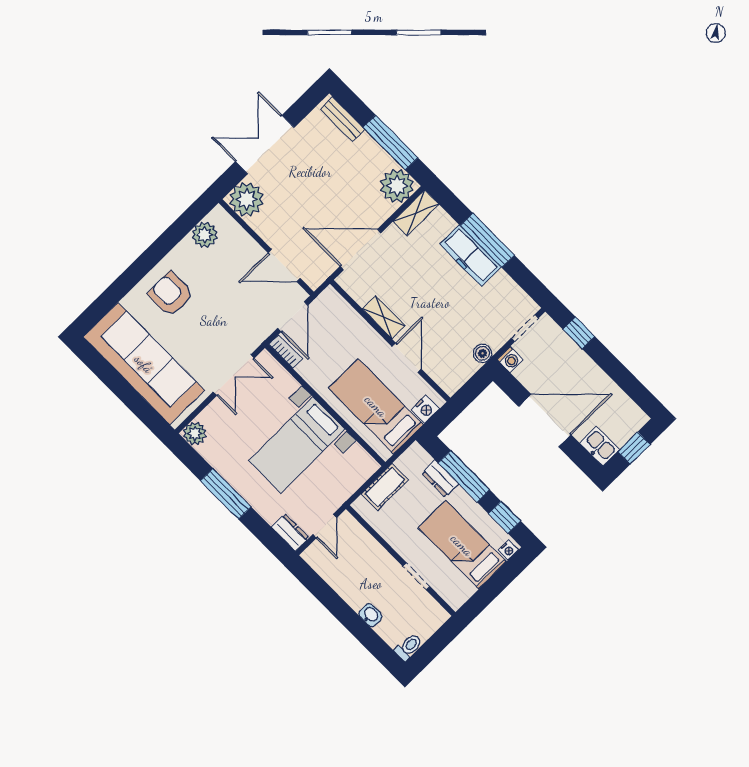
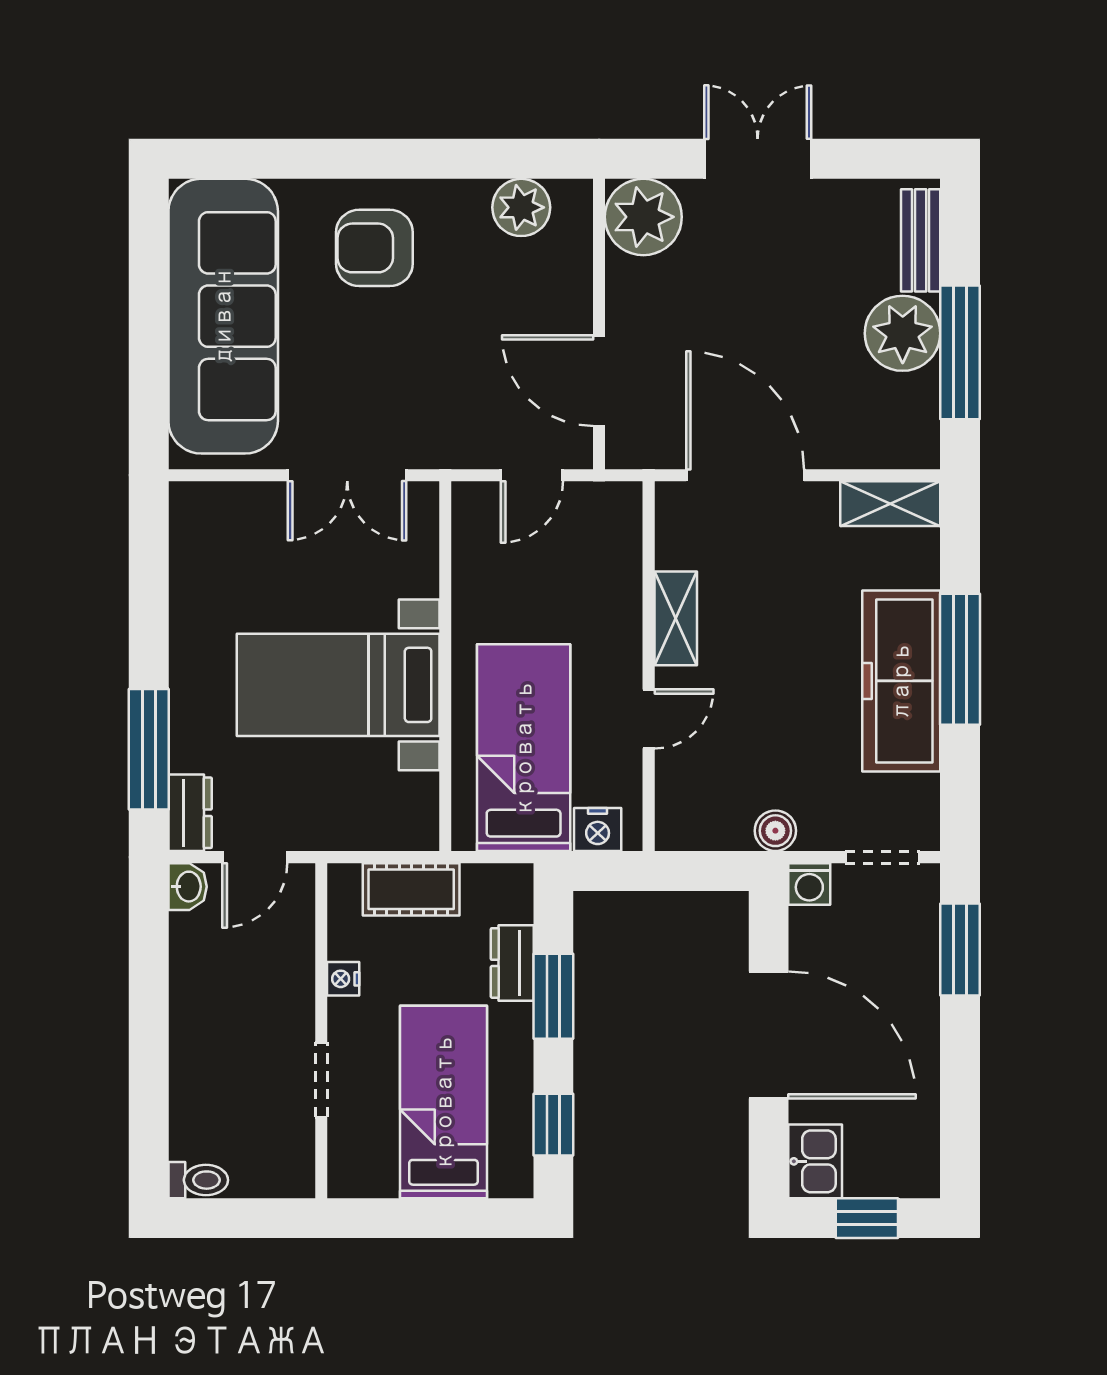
double door: (265, 145) -> (758, 159), width x0.73
plant: (397, 186) -> (903, 333), moved
freezer: (470, 256) -> (901, 681), width x1.36, depth x1.26
armchair: (171, 294) -> (374, 248), turned -90
door: (293, 317) -> (532, 475), width x0.73
window: (579, 333) -> (960, 950), width x1.50
bookcase: (286, 351) -> (466, 519), removed
door: (407, 358) -> (649, 719), width x0.73
plant: (195, 434) -> (194, 507), removed
window: (464, 476) -> (553, 996), width x0.69
window: (226, 494) -> (149, 749), moved
nightstand: (508, 550) -> (343, 979), moved, turned 90
washbasin: (370, 615) -> (188, 887), moved

